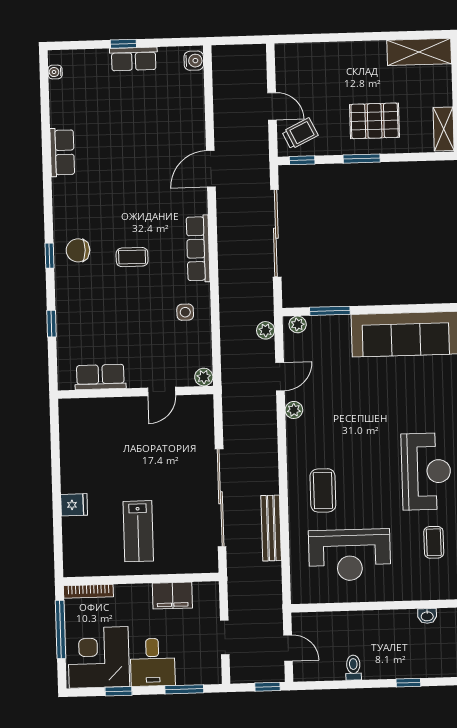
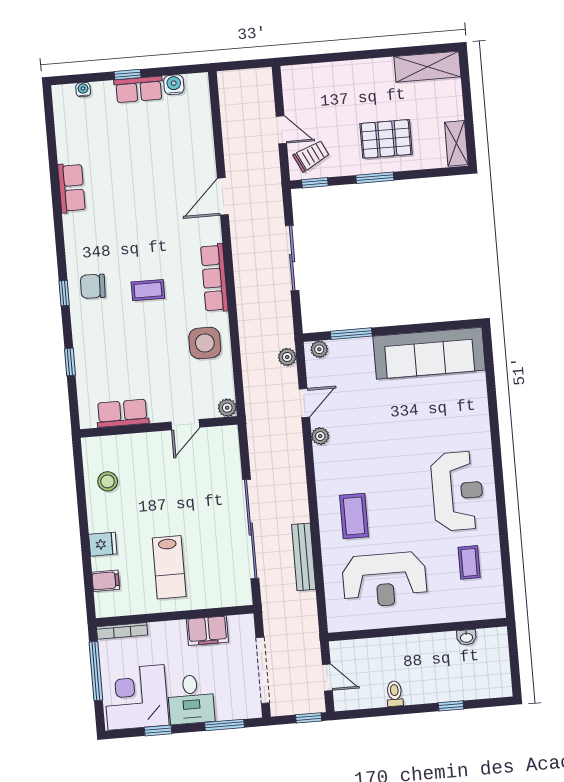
water cooler: (194, 61) -> (174, 85), moved, turned -90
water cooler: (55, 72) -> (83, 90), moved, turned 90
sliding door: (276, 233) -> (292, 258), width x0.73
side table: (185, 312) -> (205, 343), width x1.87, depth x1.87
stool: (82, 443) -> (108, 481), added
filing cabinet: (75, 541) -> (106, 581), added
doorway: (225, 638) -> (263, 670), width x1.88

